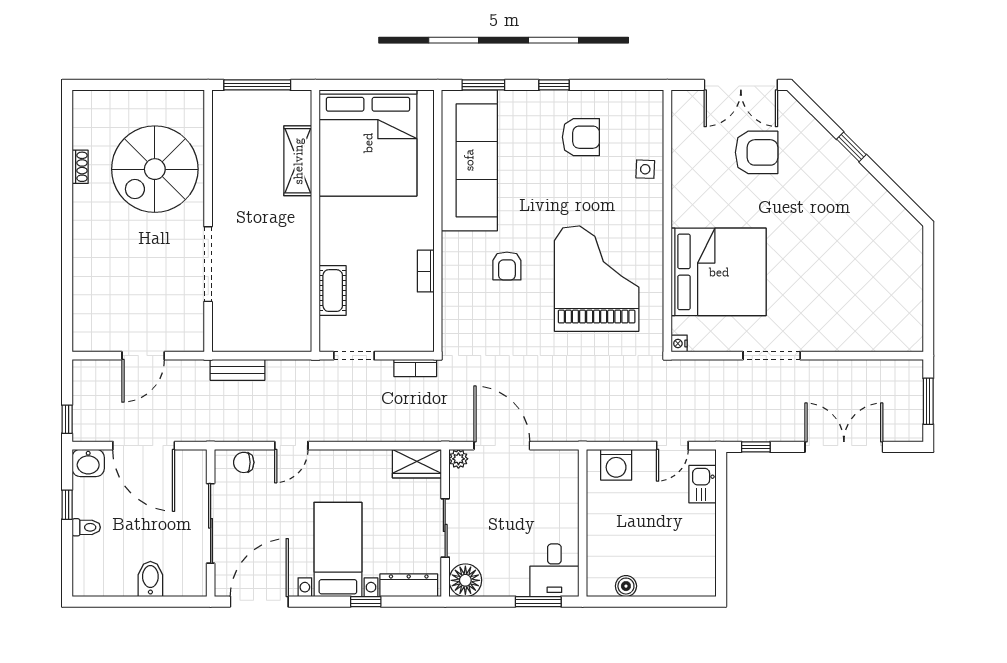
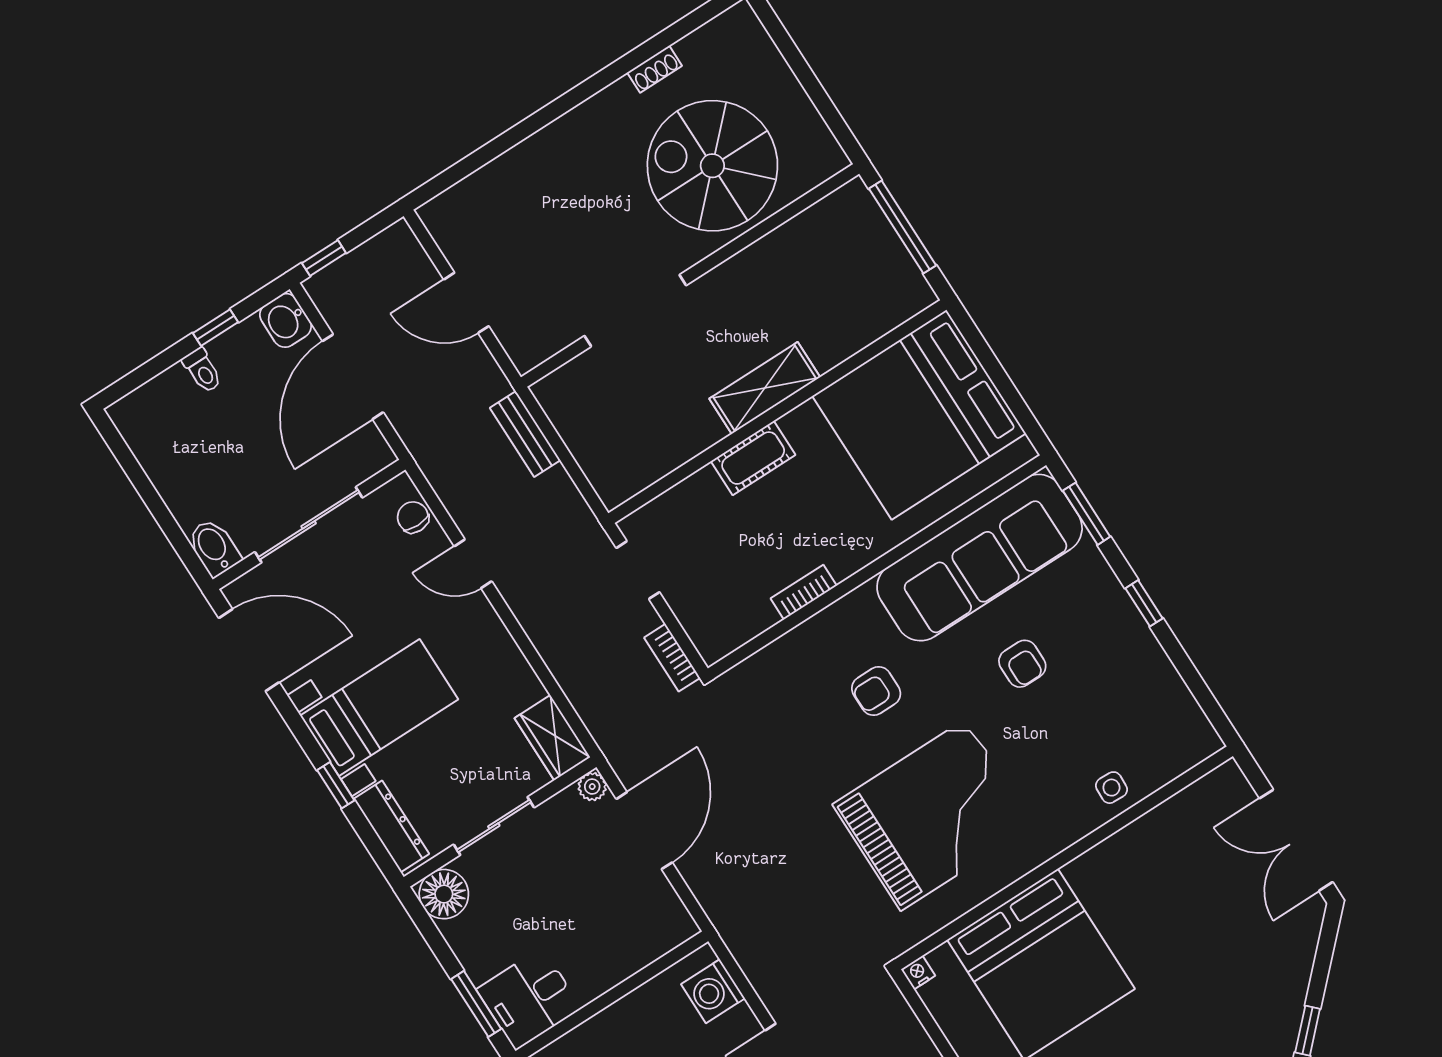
armchair: (581, 137) -> (1022, 664), moved, width x0.72, depth x0.72
armchair: (757, 152) -> (1223, 915), removed
shelving: (298, 161) -> (765, 388), moved
cot: (333, 291) -> (753, 458), moved
bidet: (150, 579) -> (214, 547), moved, turned -90

